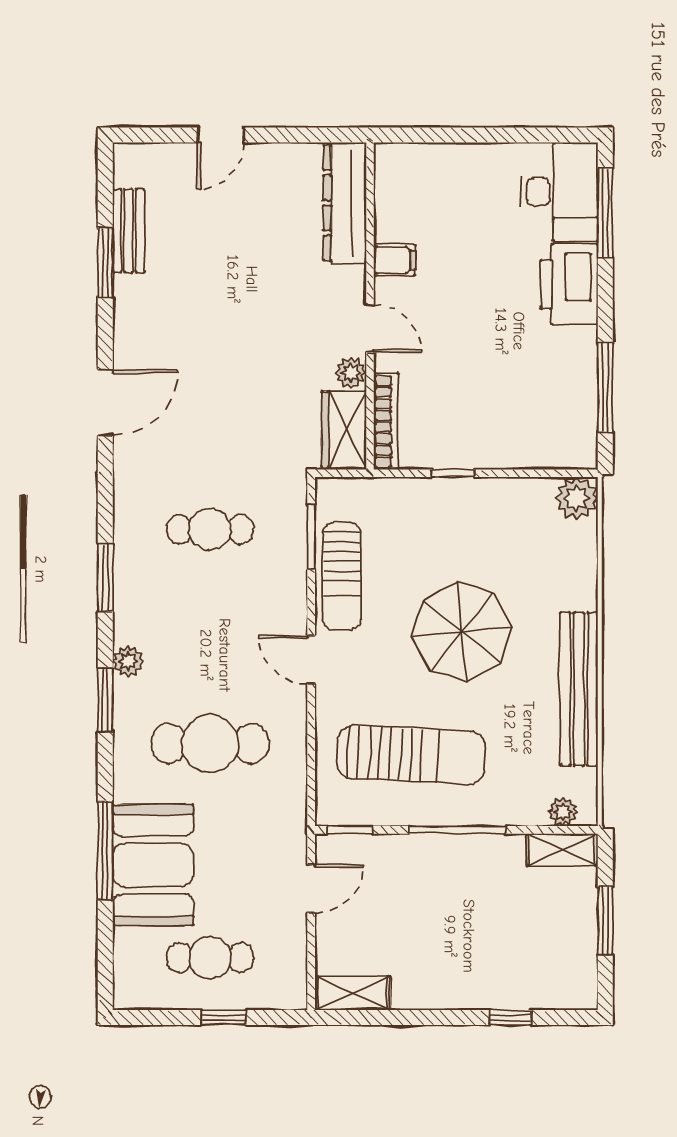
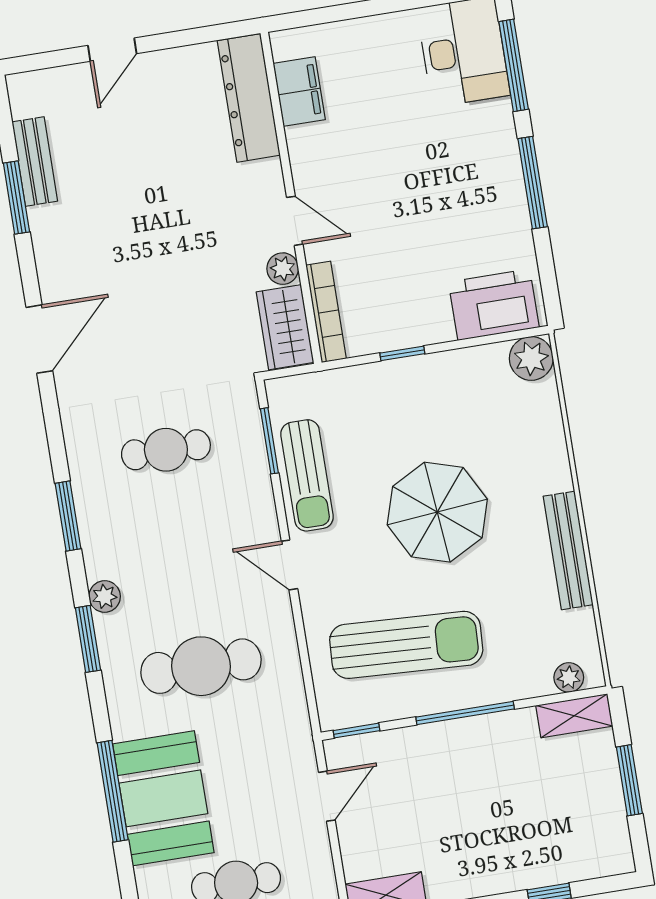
filing cabinet: (394, 260) -> (299, 92), moved, width x2.00
printer: (569, 284) -> (494, 305), moved, turned 90
window: (605, 388) -> (533, 183), moved
bench: (579, 689) -> (568, 550), width x0.73, depth x0.82

